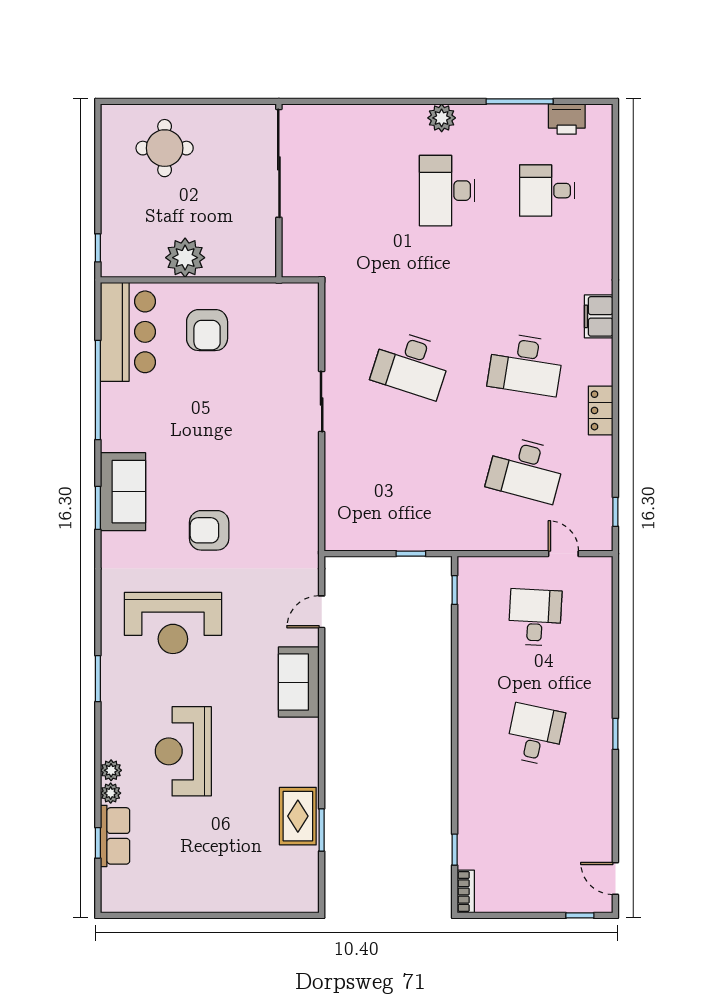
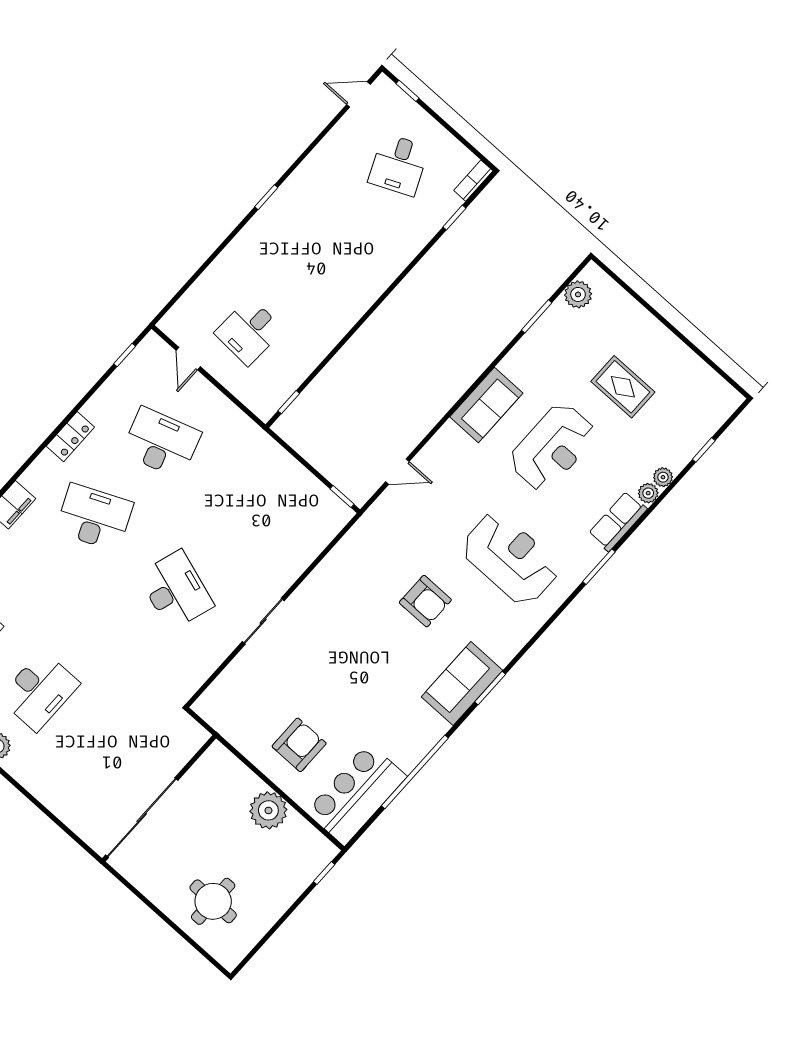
desk: (526, 364) -> (94, 517), turned -33
desk: (526, 469) -> (161, 443), turned -33
window: (411, 554) -> (342, 496), moved
sofa: (299, 682) -> (486, 405), moved
desk: (535, 735) -> (399, 165), moved, turned -36
reception desk: (183, 751) -> (552, 447), moved
rug: (298, 816) -> (623, 387), moved, turned 90
row of seats: (115, 836) -> (618, 521), moved
plant: (305, 876) -> (578, 294), added
door: (615, 878) -> (358, 94), swing flipped

